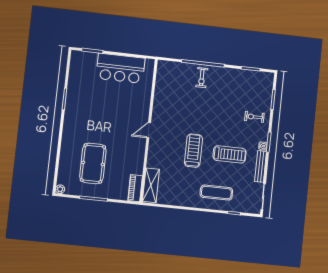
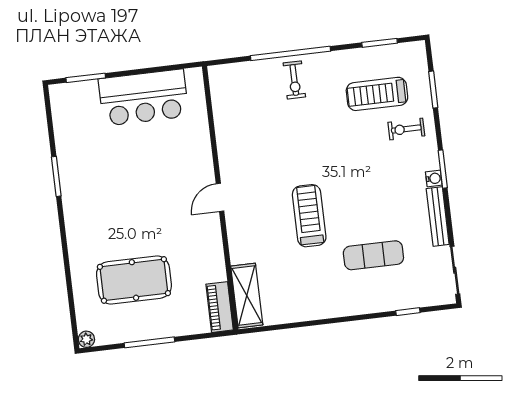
treadmill: (229, 154) -> (377, 94), moved, turned 180
pool table: (93, 163) -> (134, 280), turned 90
exercise mat: (216, 193) -> (373, 255), moved

